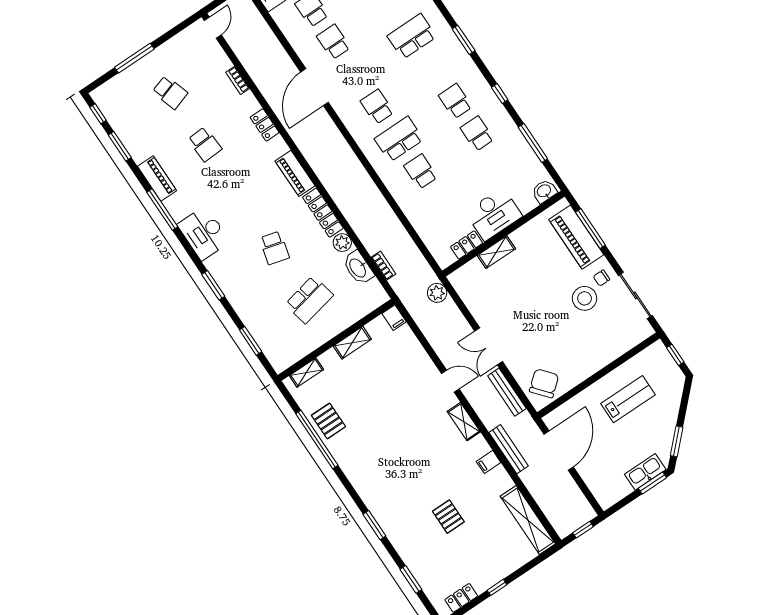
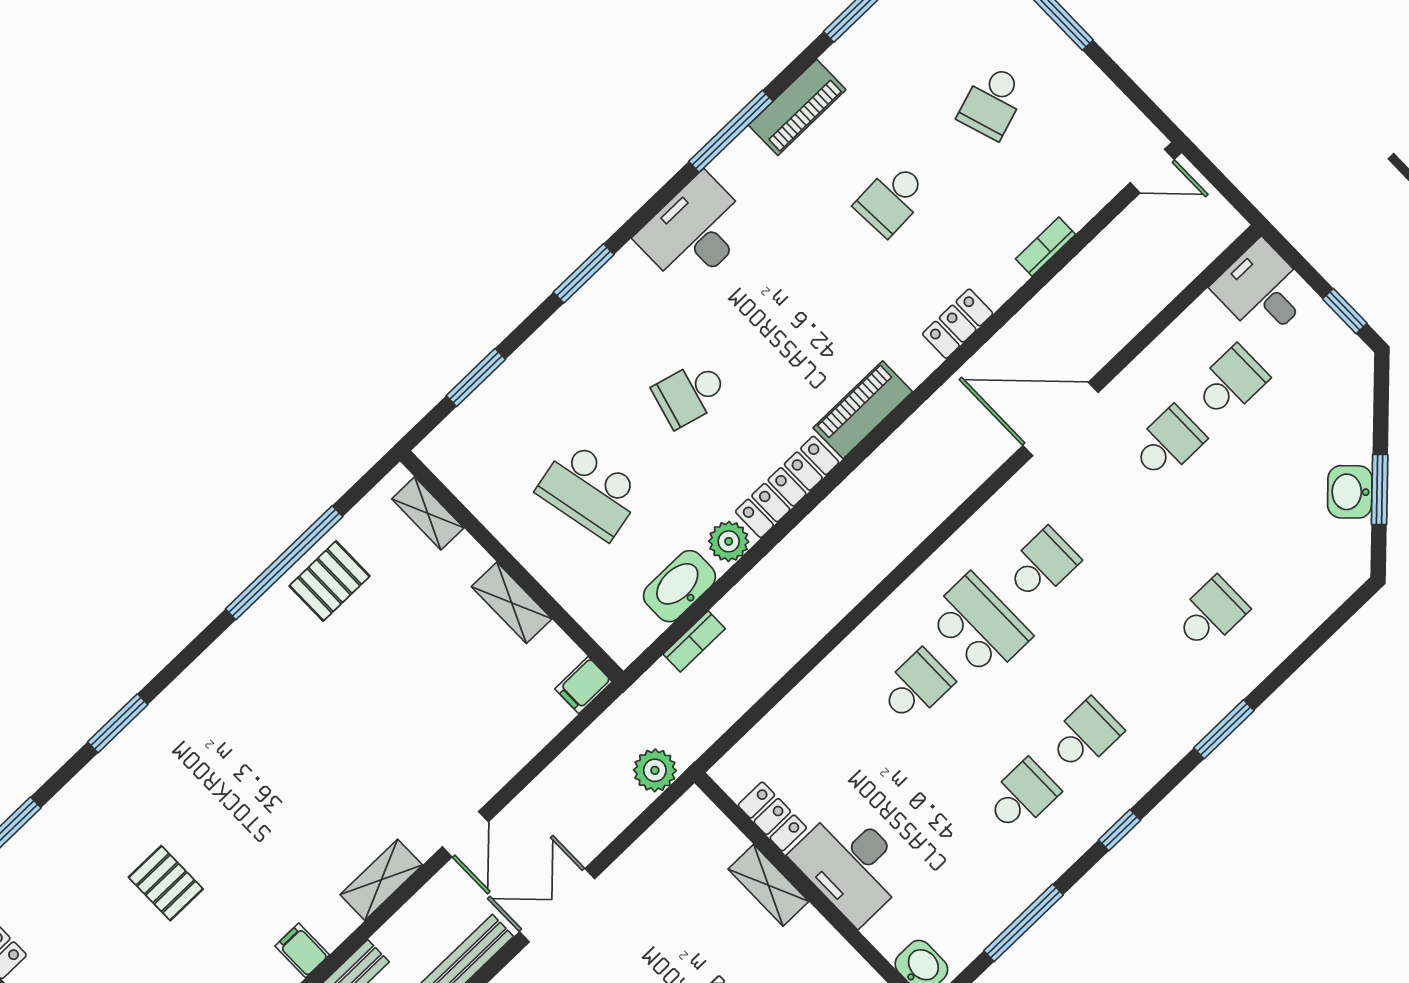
school desk: (412, 36) -> (1211, 614), width x0.54
pallet: (448, 517) -> (166, 883), turned 90

